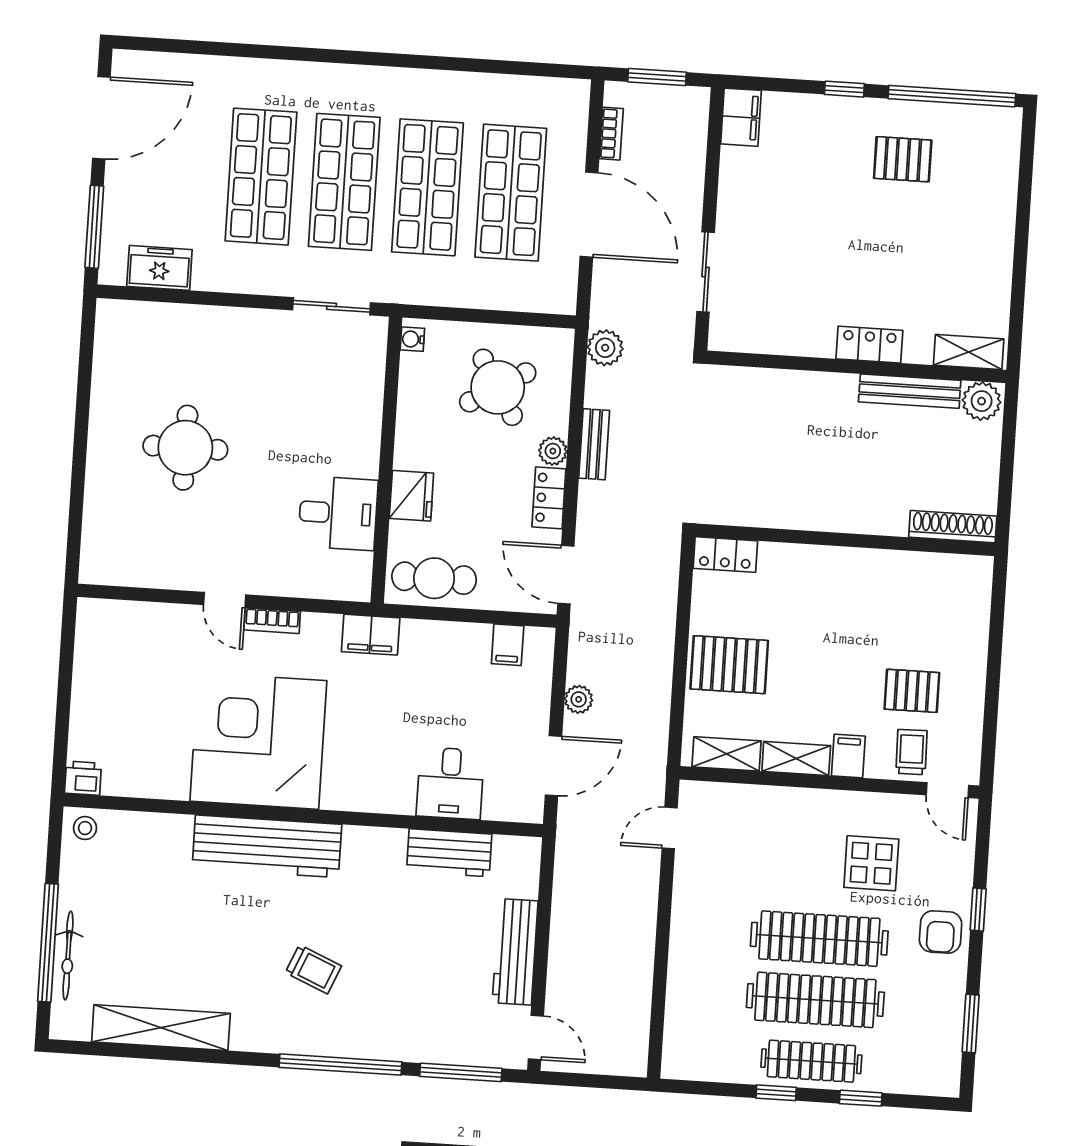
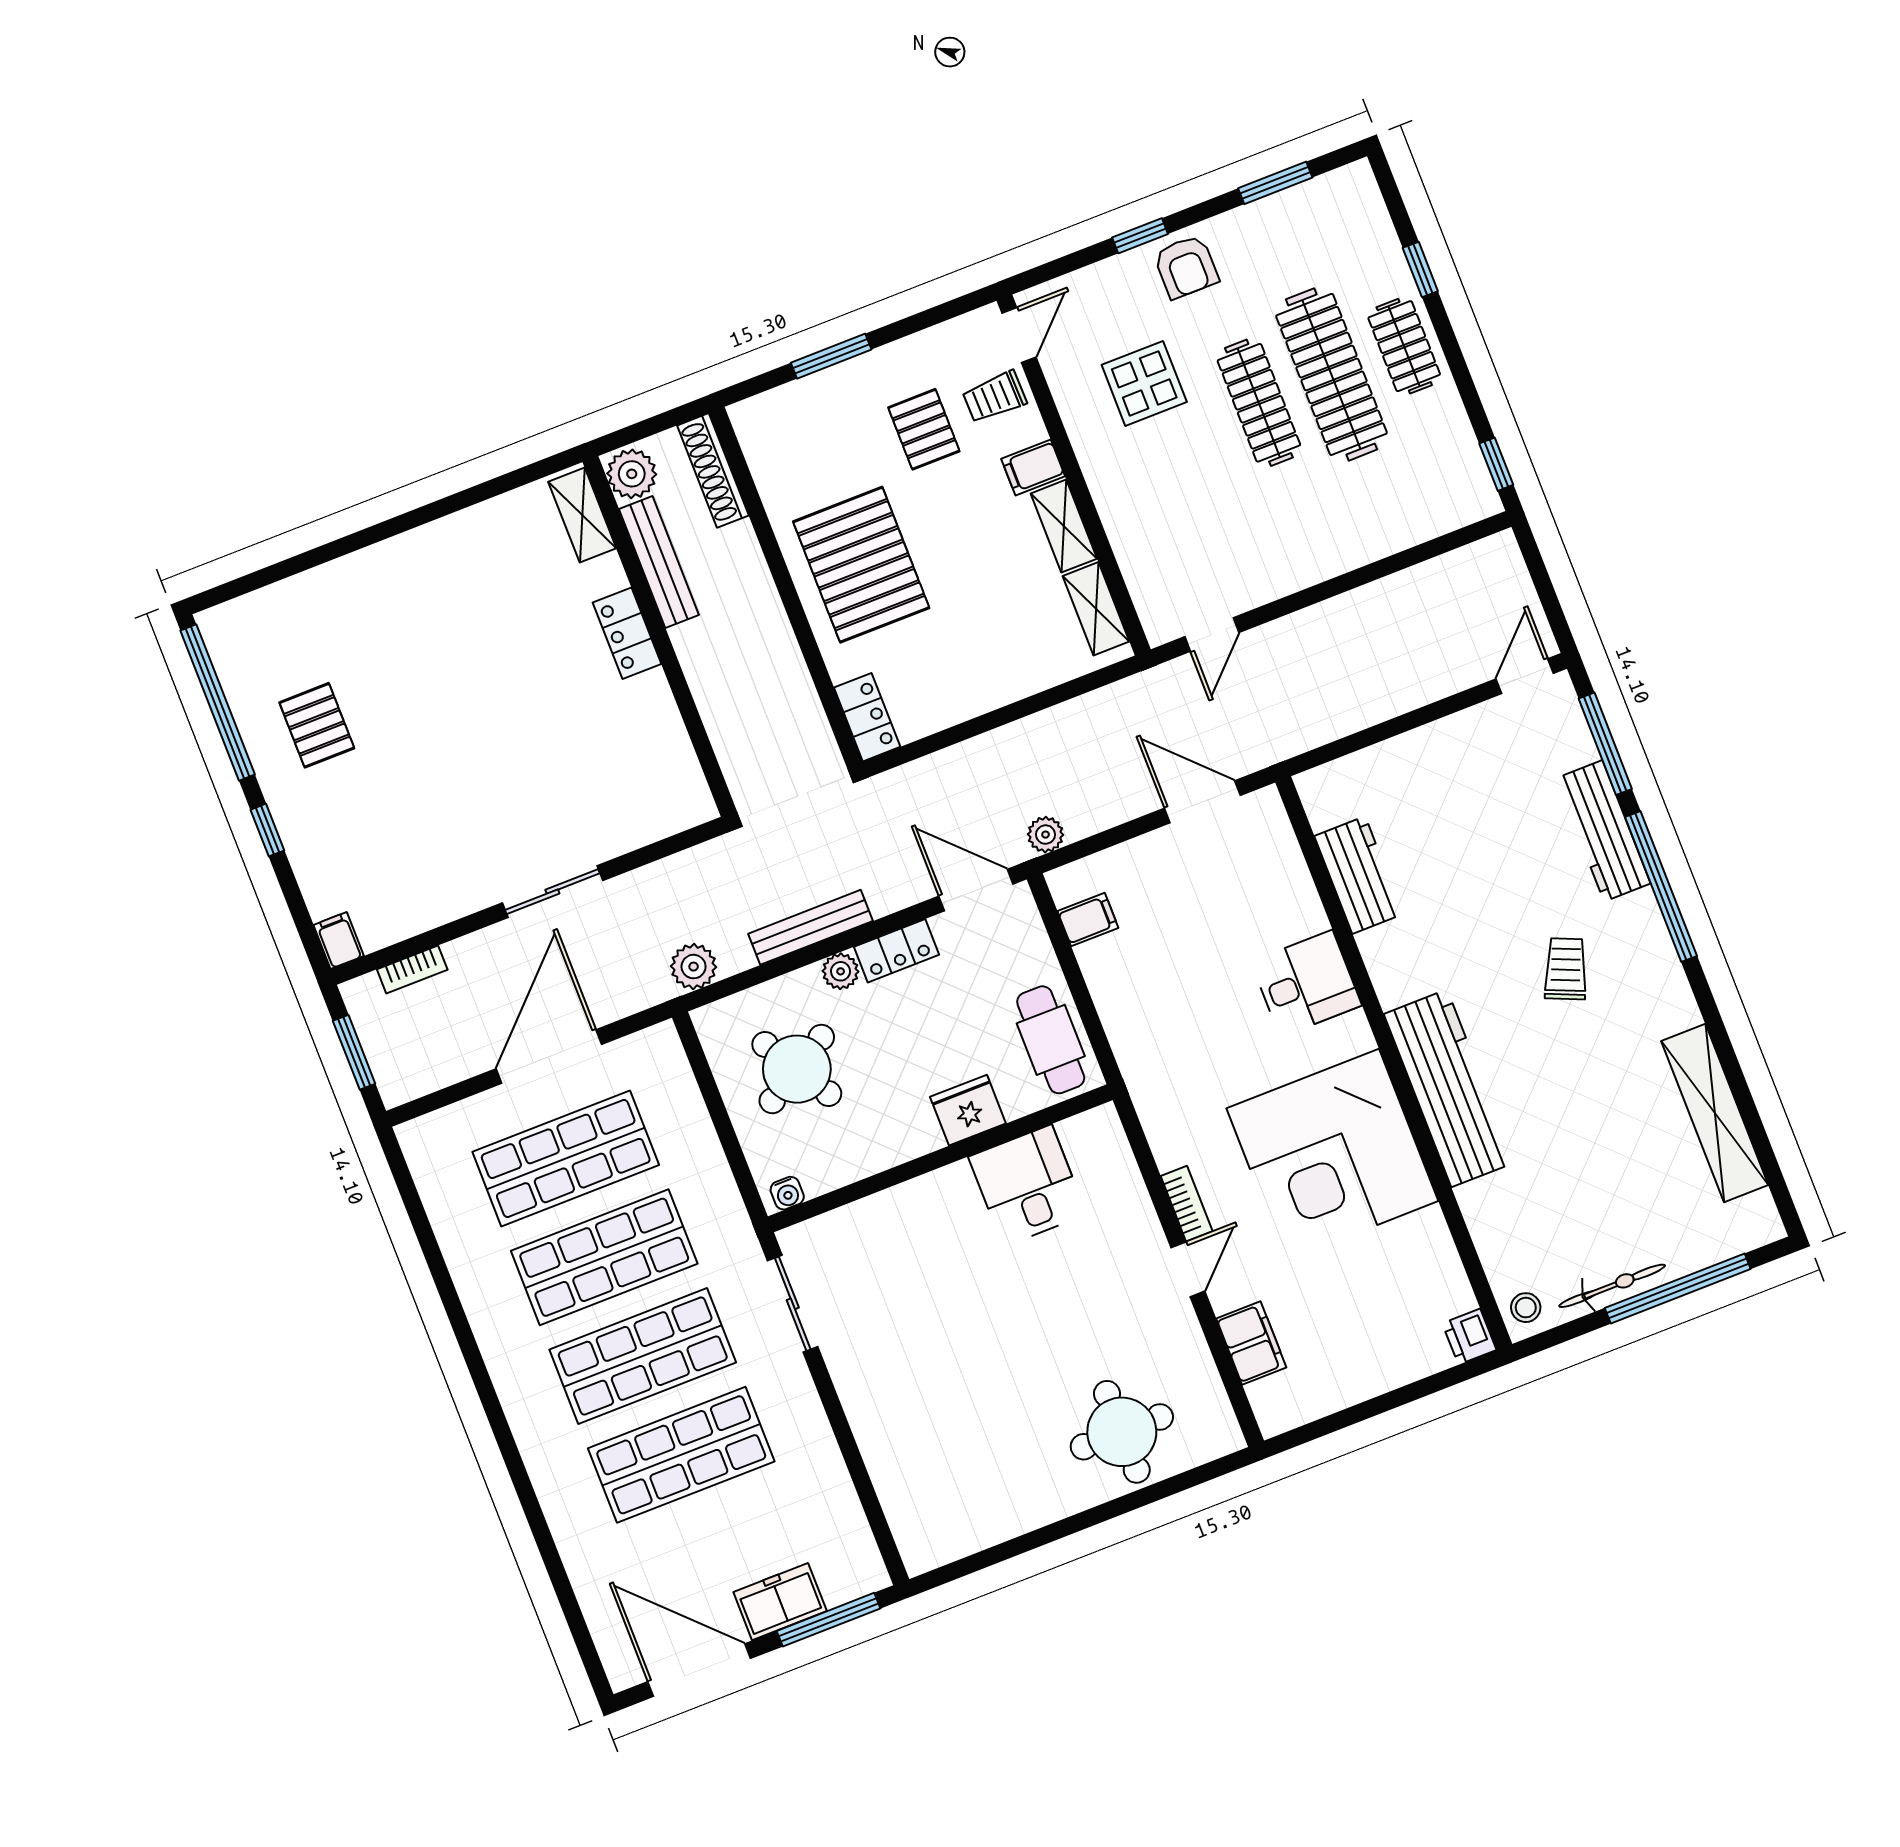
filing cabinet: (741, 117) -> (339, 940), width x0.50
bookcase: (611, 134) -> (412, 969), moved, turned 180
freezer: (159, 268) -> (780, 1602), moved, turned 90
locker: (869, 345) -> (627, 633), moved
shelving: (969, 352) -> (582, 515), moved
wall: (856, 367) -> (660, 636), moved
bench: (910, 391) -> (659, 562), moved
plant: (982, 401) -> (632, 474), moved
bench: (594, 444) -> (810, 927), width x1.36
round table: (185, 448) -> (1122, 1432), moved
door: (566, 575) -> (976, 890), swing flipped
filing cabinet: (371, 635) -> (1251, 1343), moved
window: (995, 649) -> (831, 356), added
pallet: (729, 665) -> (861, 565), moved, width x1.37, depth x1.41
plant: (579, 699) -> (1046, 835), moved
desk: (450, 783) -> (1306, 983), moved
door: (670, 828) -> (1212, 635), hinge flipped
armchair: (941, 932) -> (1186, 267), turned 90
clothes rail: (819, 939) -> (1259, 403), width x0.73, depth x0.76
workbench: (515, 952) -> (1603, 831), moved, turned 90
bicycle: (68, 956) -> (1612, 1286), moved
clothes rail: (811, 1061) -> (1404, 346), width x0.73
window: (776, 1093) -> (1496, 464), moved

